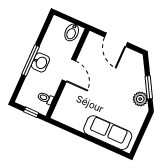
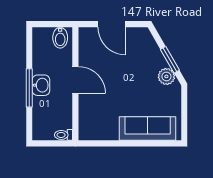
toilet: (45, 98) -> (64, 135), moved
window: (31, 112) -> (55, 143), removed

